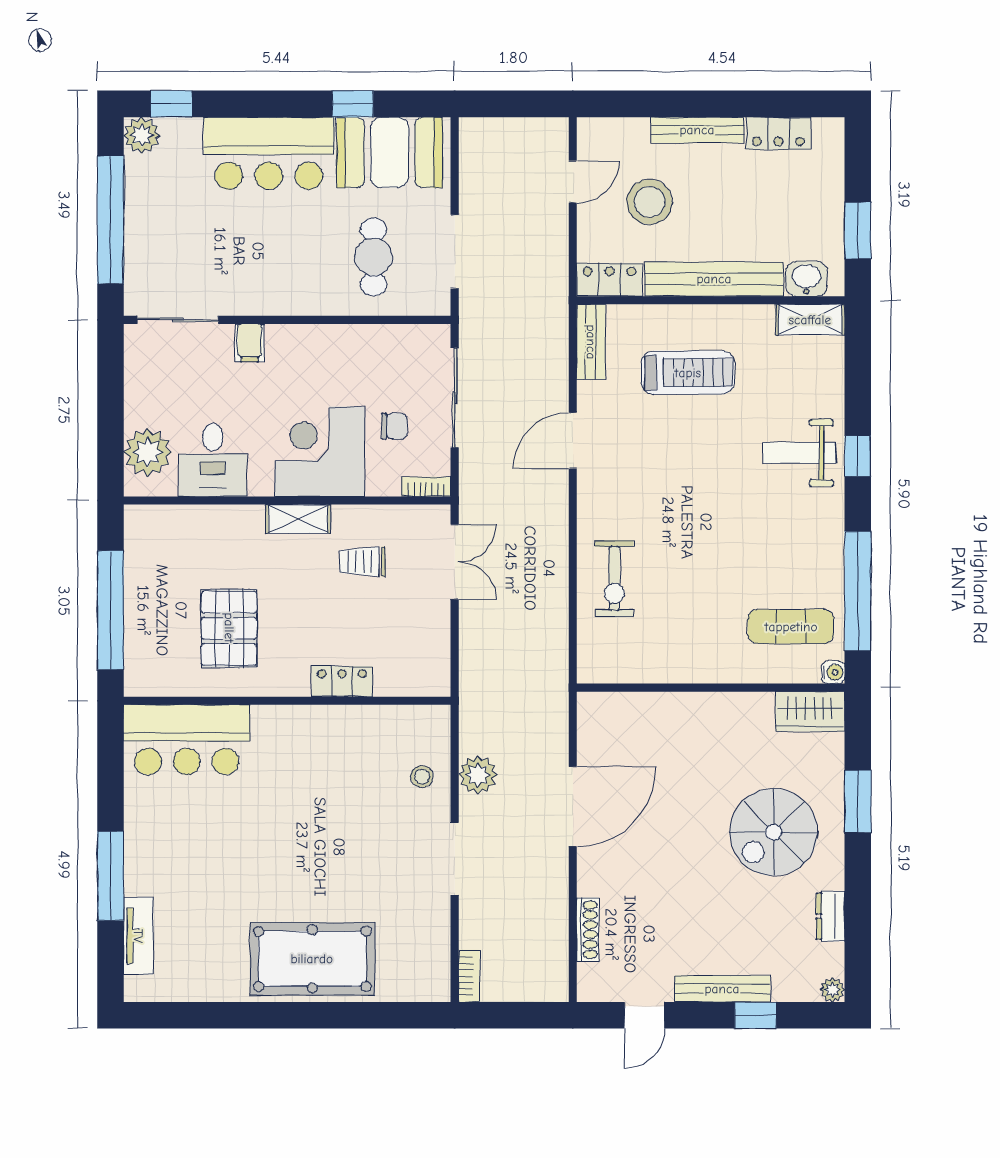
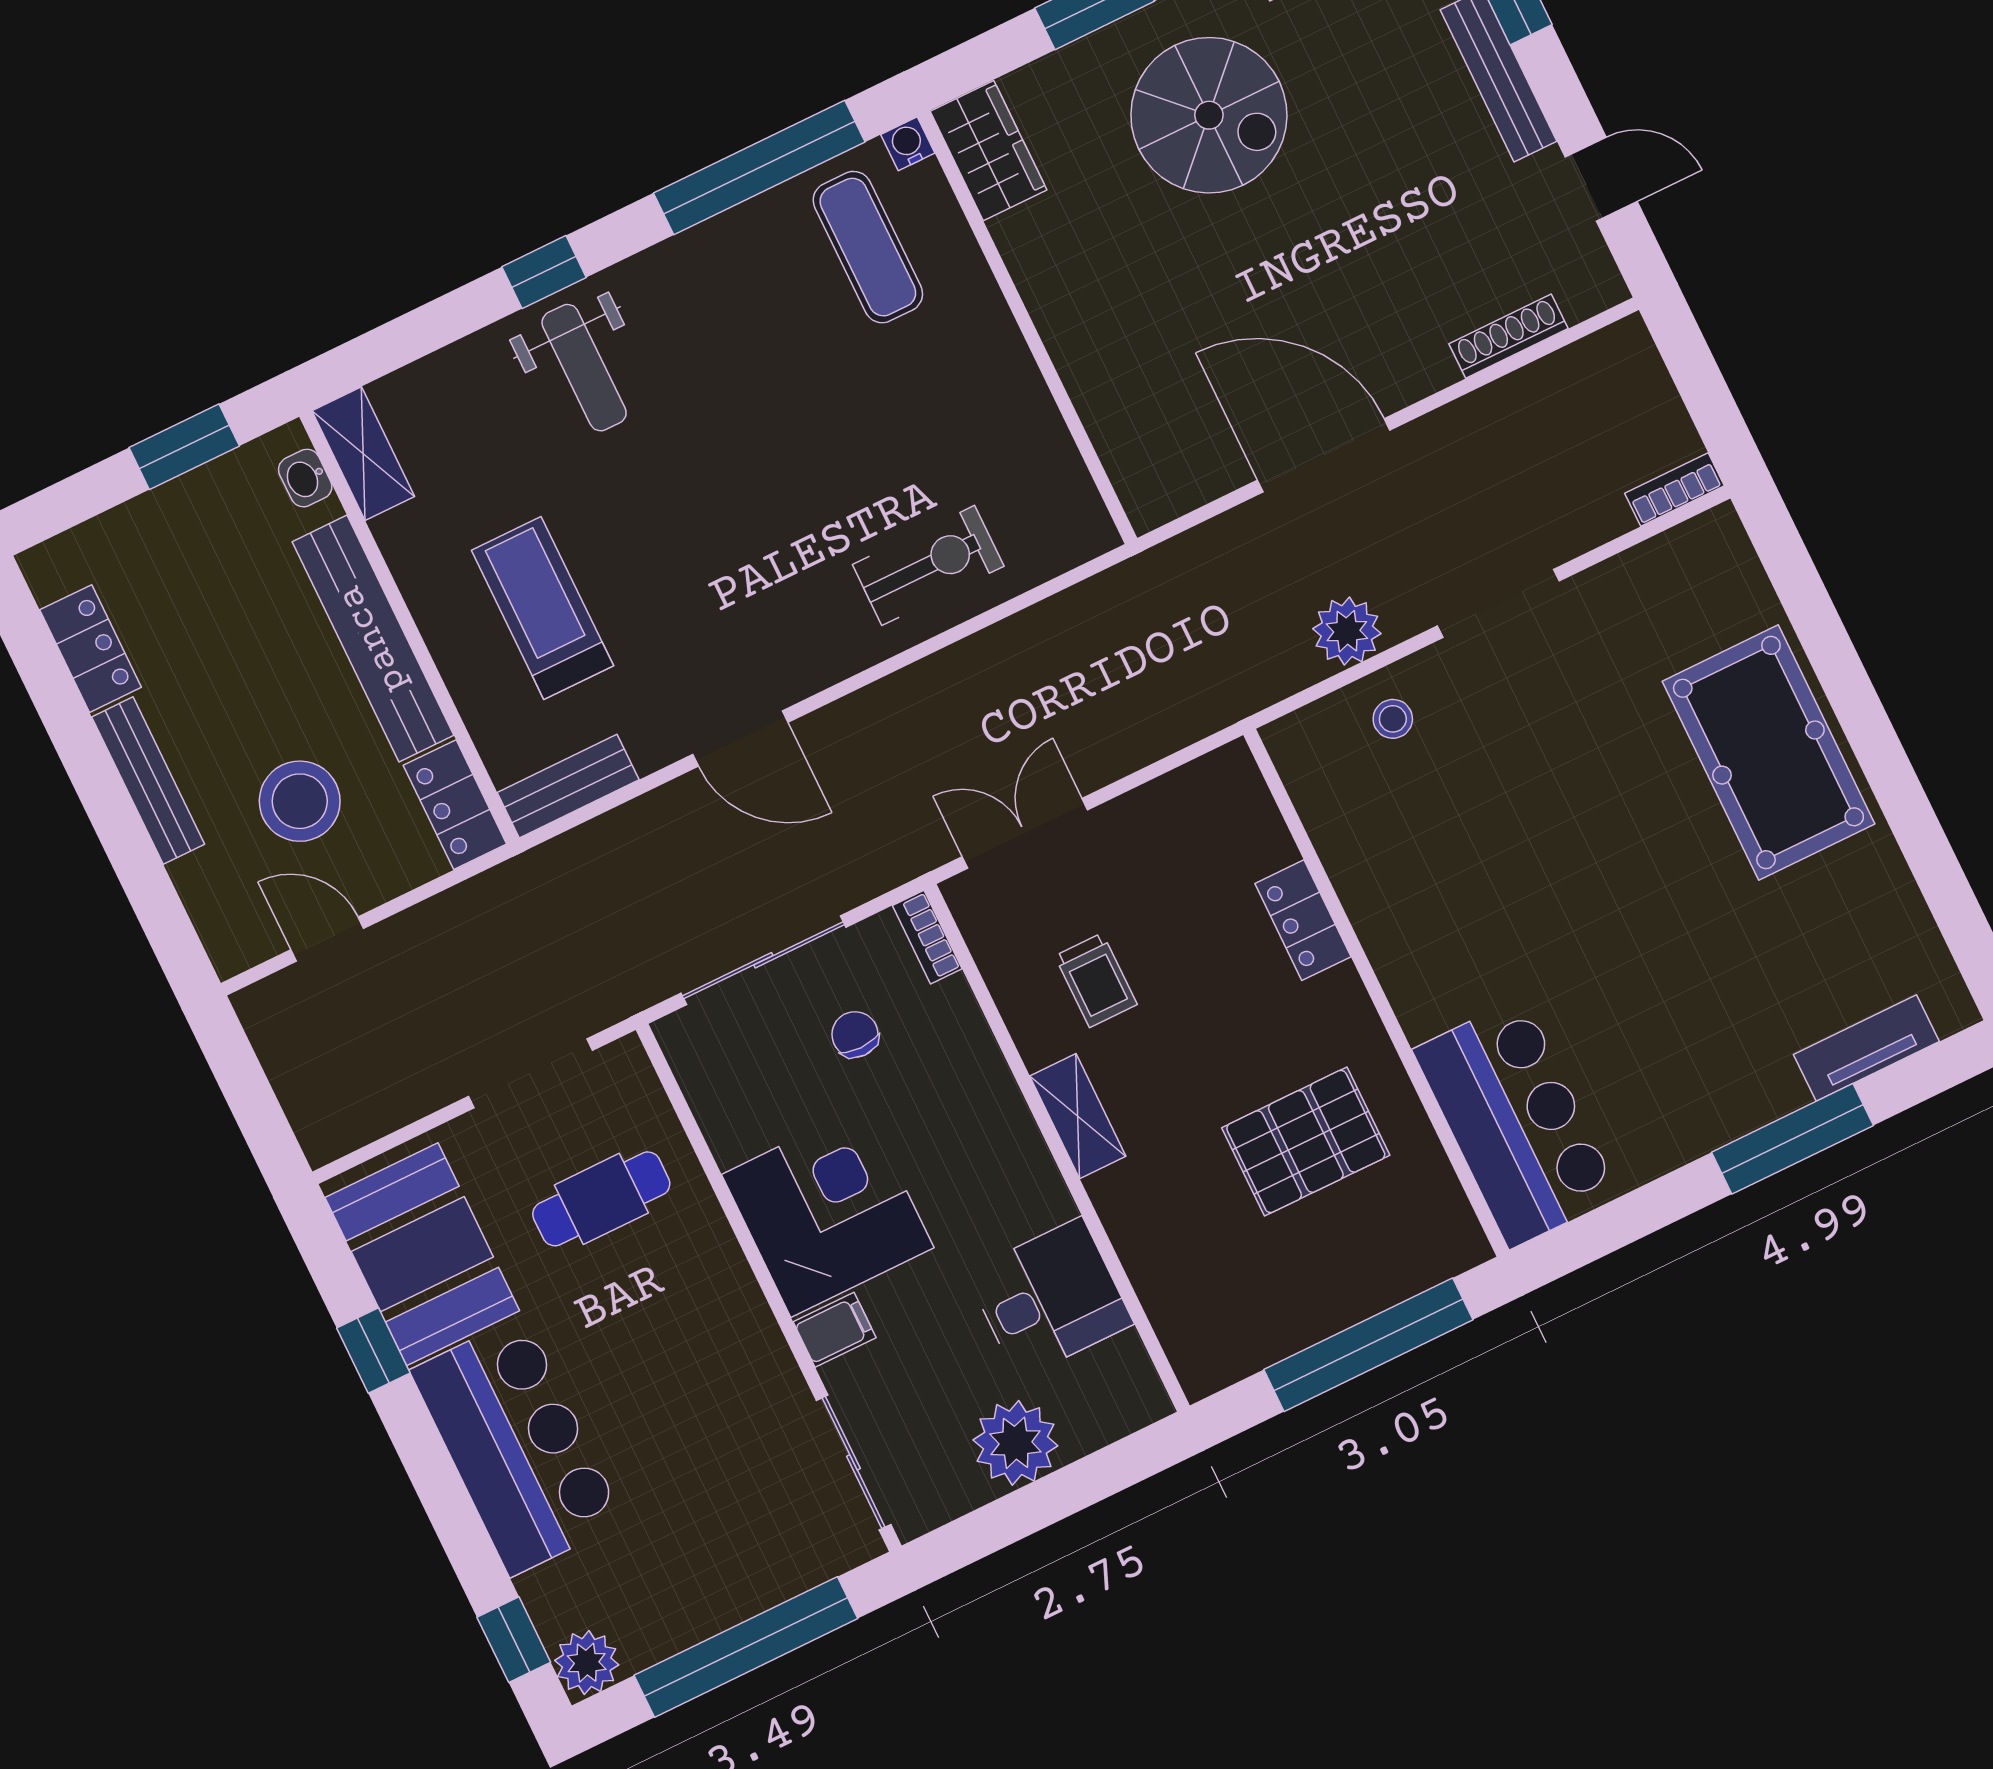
washbasin: (806, 279) -> (305, 478), width x0.72, depth x0.69
plant: (148, 452) -> (1015, 1443), moved
corner desk: (320, 452) -> (828, 1211), moved, turned 180

